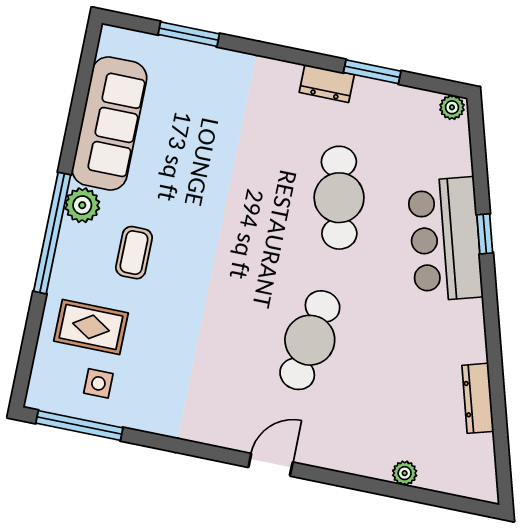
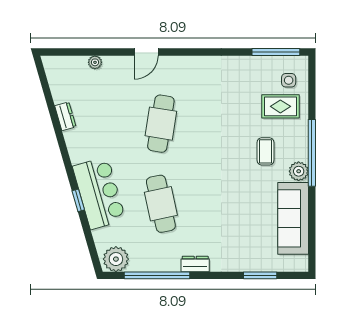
window: (372, 72) -> (157, 275), width x2.11
dresser: (327, 84) -> (195, 264), moved
plant: (452, 107) -> (116, 259), width x1.88, depth x1.88
side table: (98, 383) -> (289, 80), moved
dresser: (478, 398) -> (65, 116), width x0.70
door: (271, 465) -> (146, 52), moved

